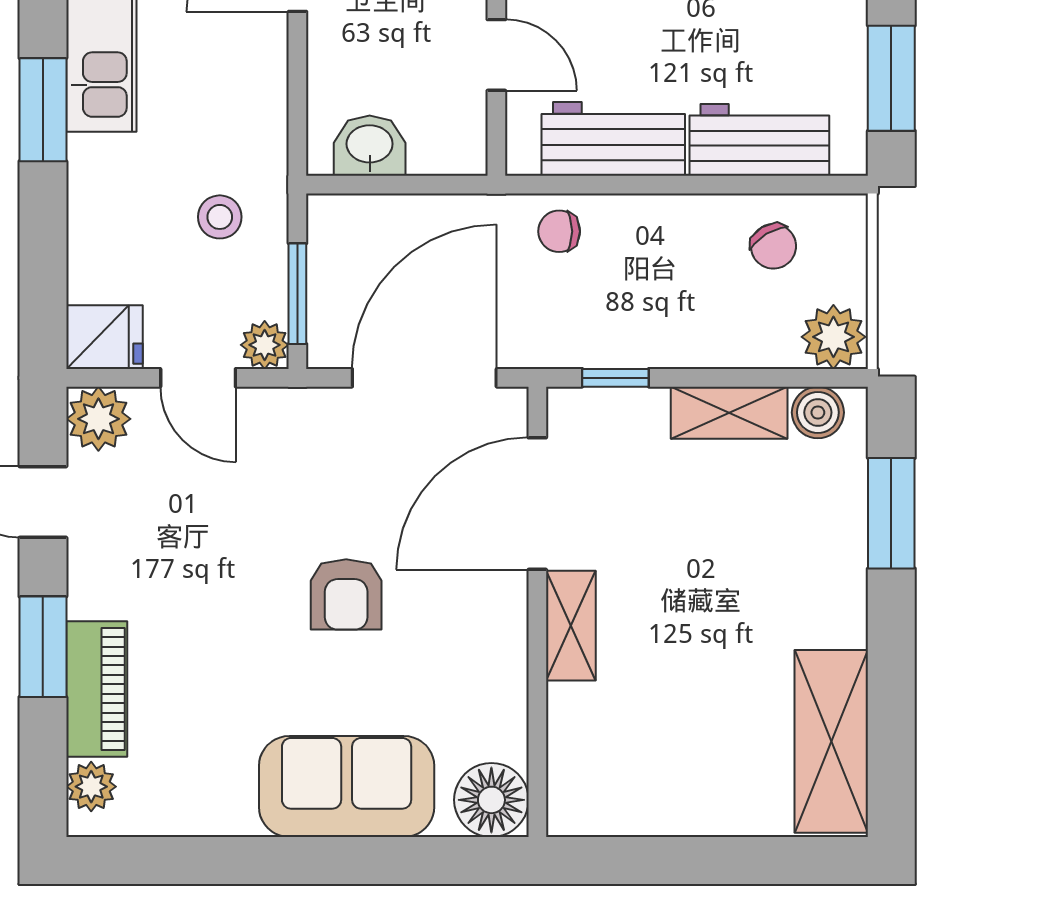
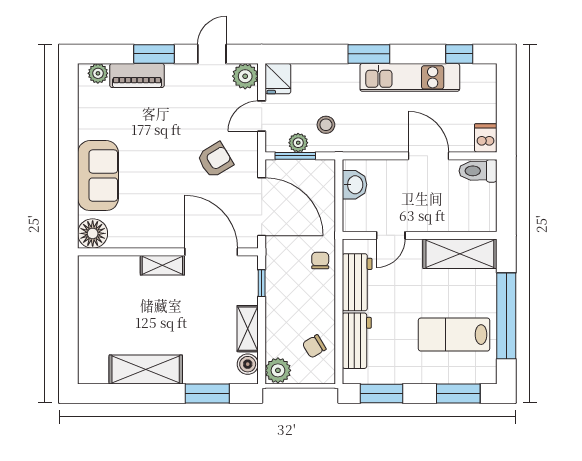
plant: (265, 345) -> (298, 143), moved
armchair: (346, 594) -> (215, 160), moved, turned 149
shelving: (831, 741) -> (146, 370), moved

